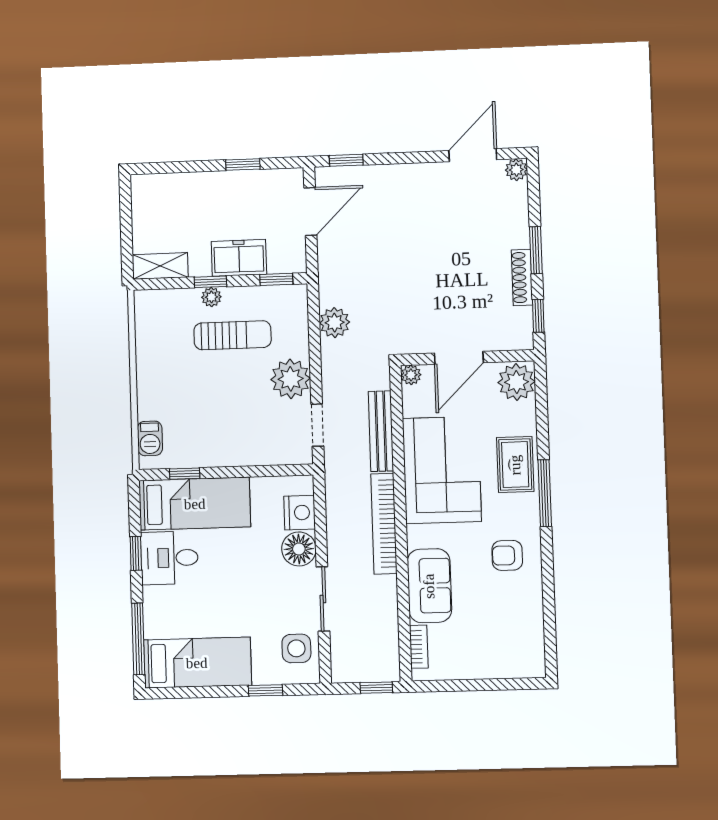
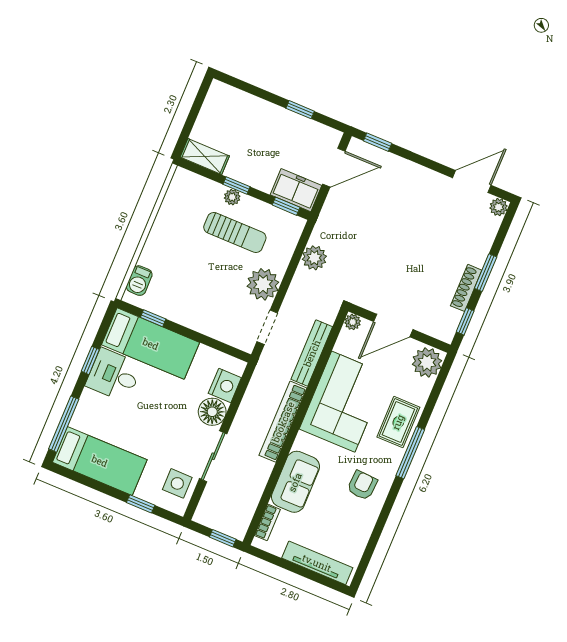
freezer: (239, 258) -> (296, 190), moved
armchair: (507, 555) -> (362, 485), turned 93
tv unit: (497, 667) -> (317, 563), added

